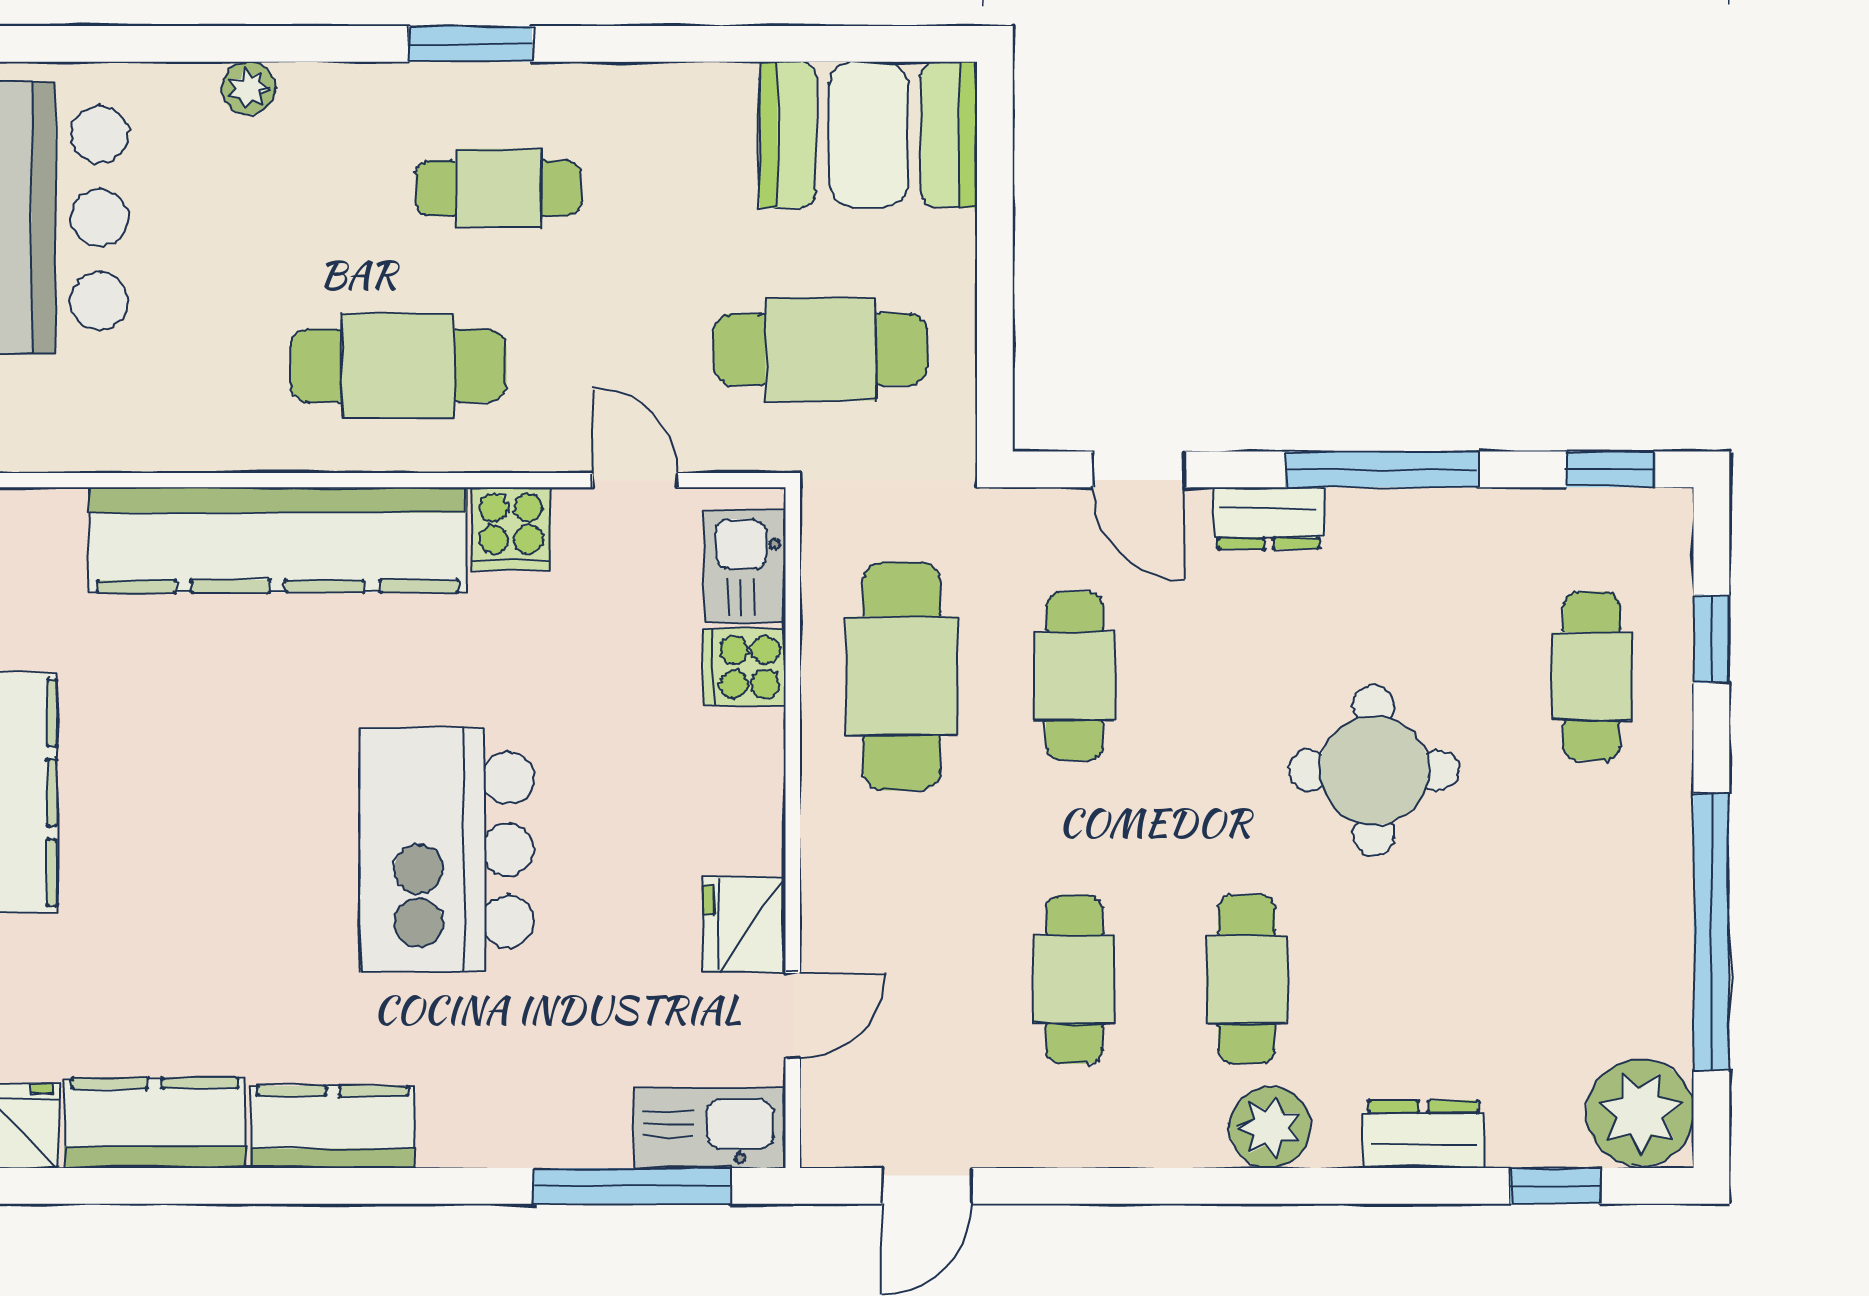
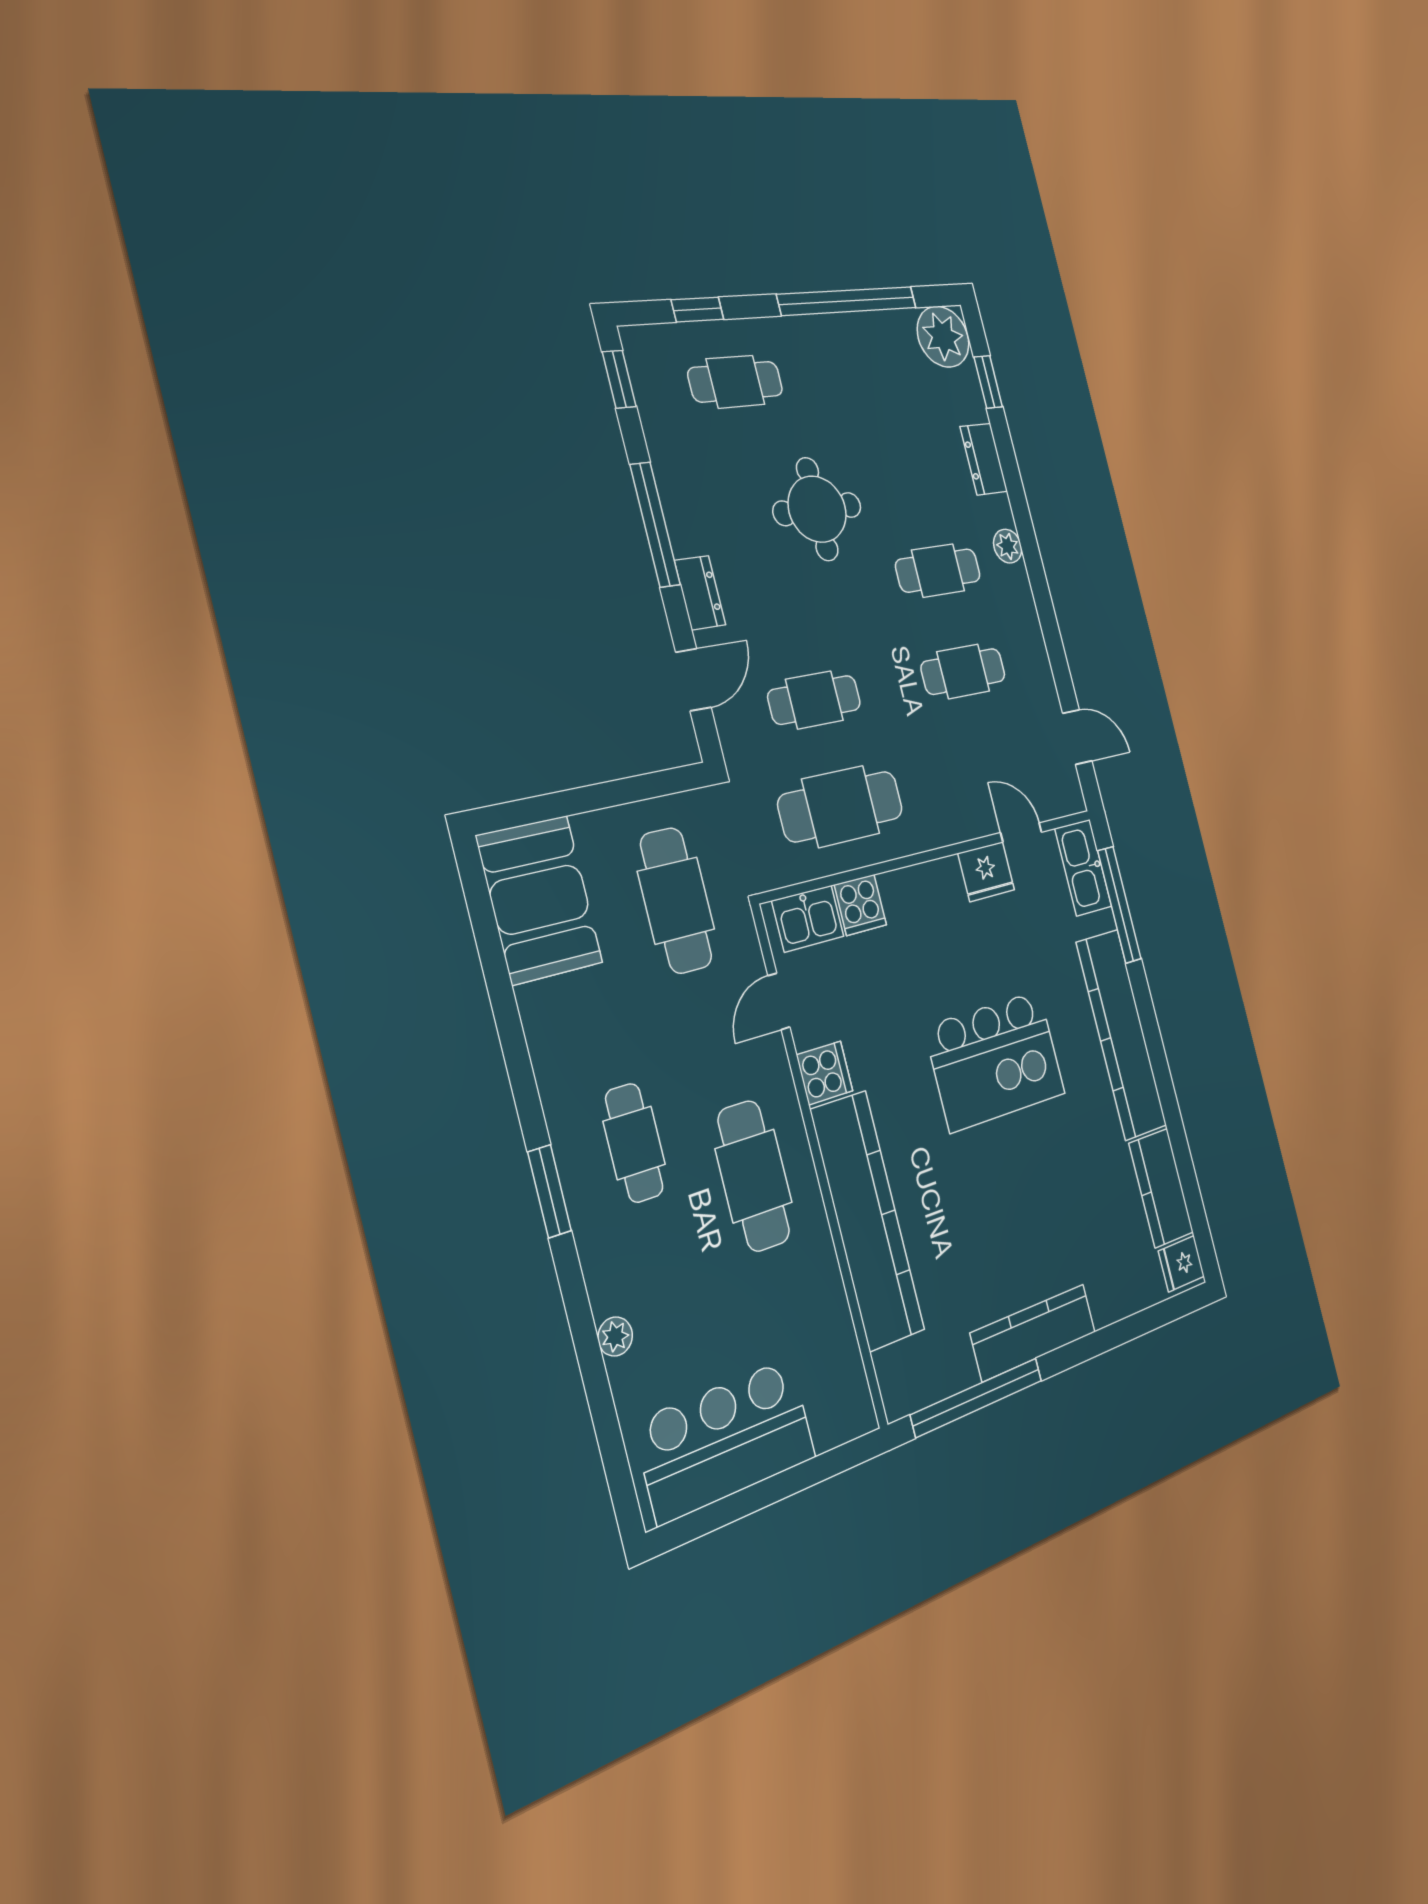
kitchen counter: (333, 1127) -> (1121, 1034), width x2.08, depth x1.17
plant: (1270, 1127) -> (1008, 546), width x0.73, depth x0.73

